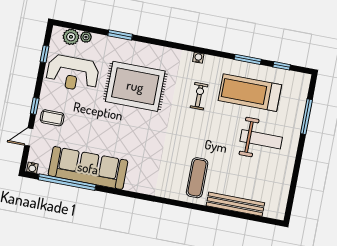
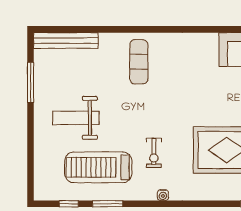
treadmill: (250, 93) -> (98, 167), turned 180
window: (306, 117) -> (30, 82), moved
bench: (235, 204) -> (66, 41), moved

